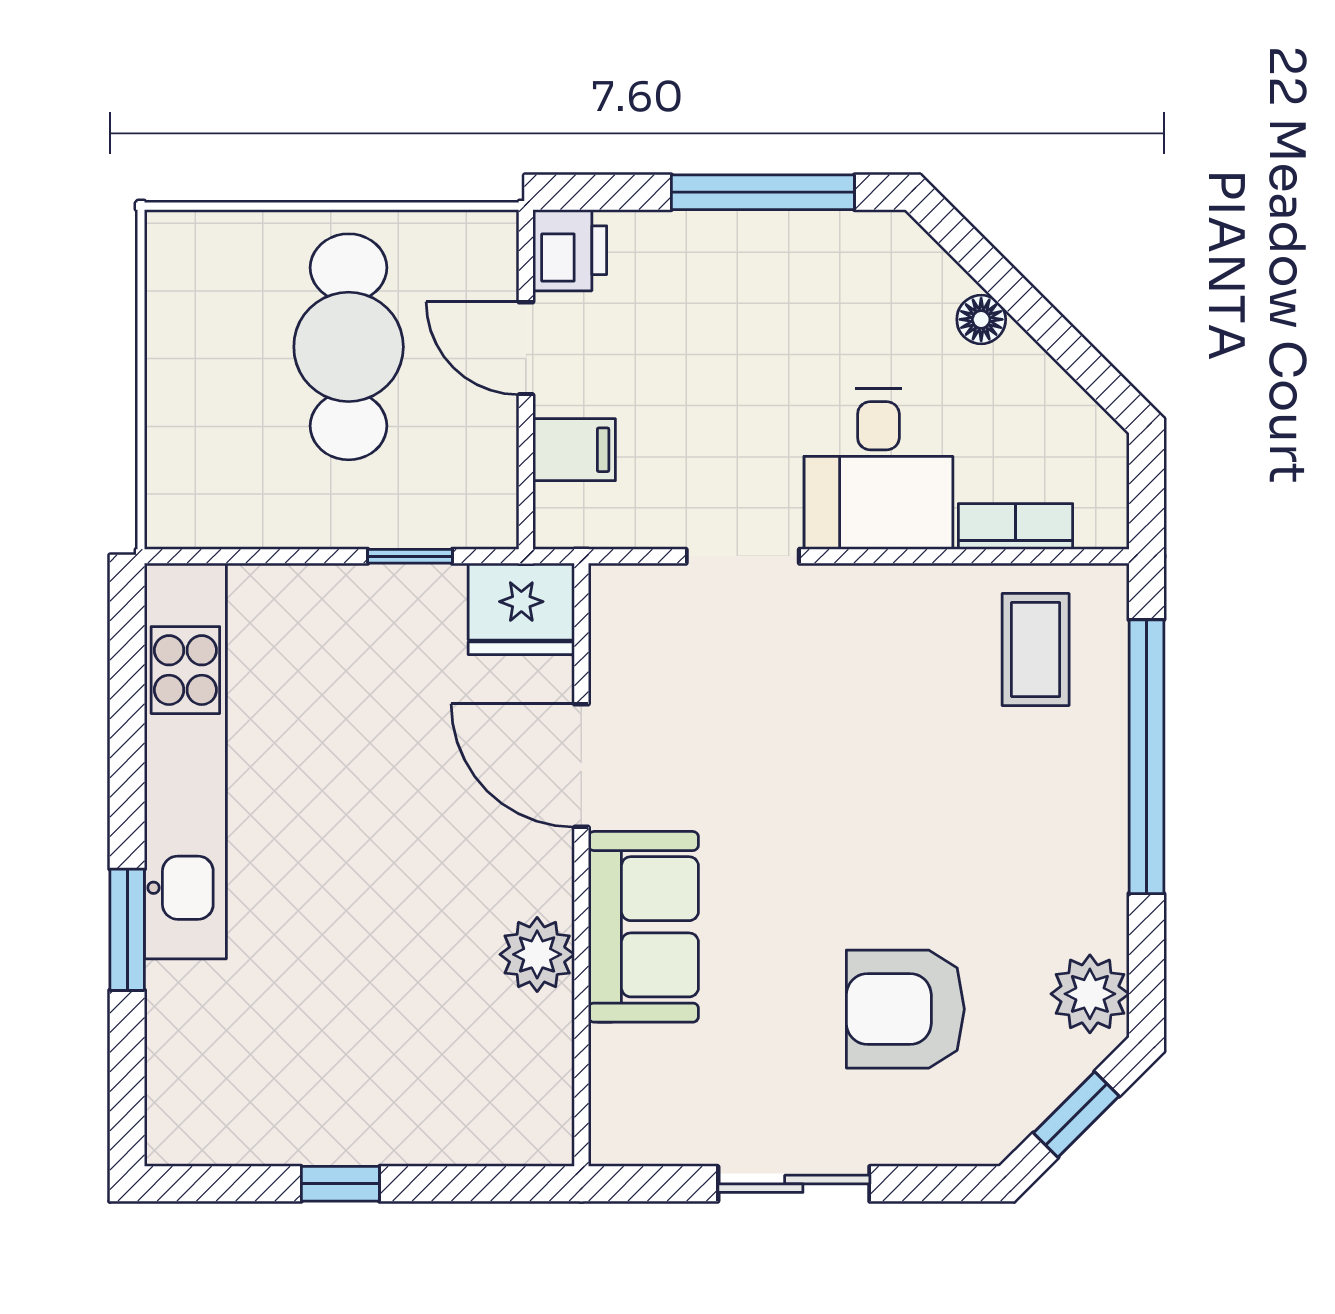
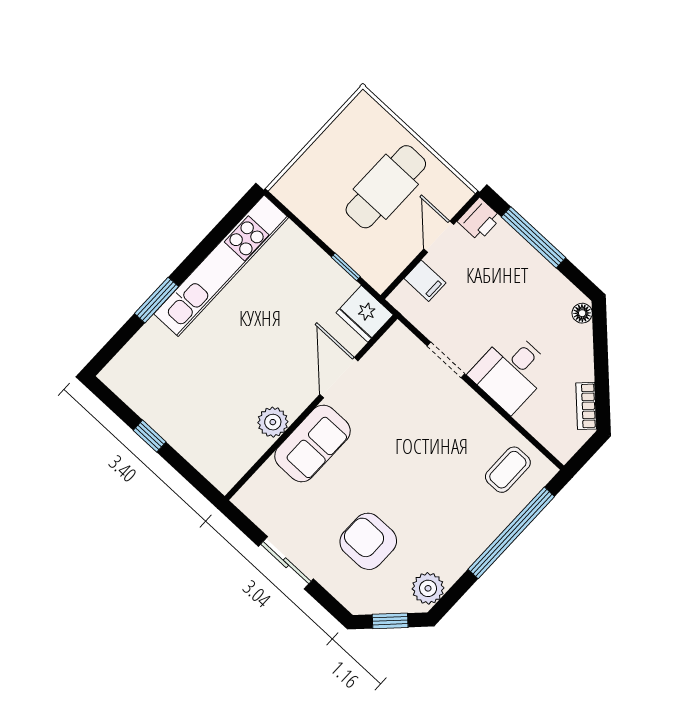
window: (763, 192) -> (533, 237), moved
floor lamp: (981, 319) -> (582, 313), moved
bookcase: (1016, 526) -> (586, 406), moved, turned -135

